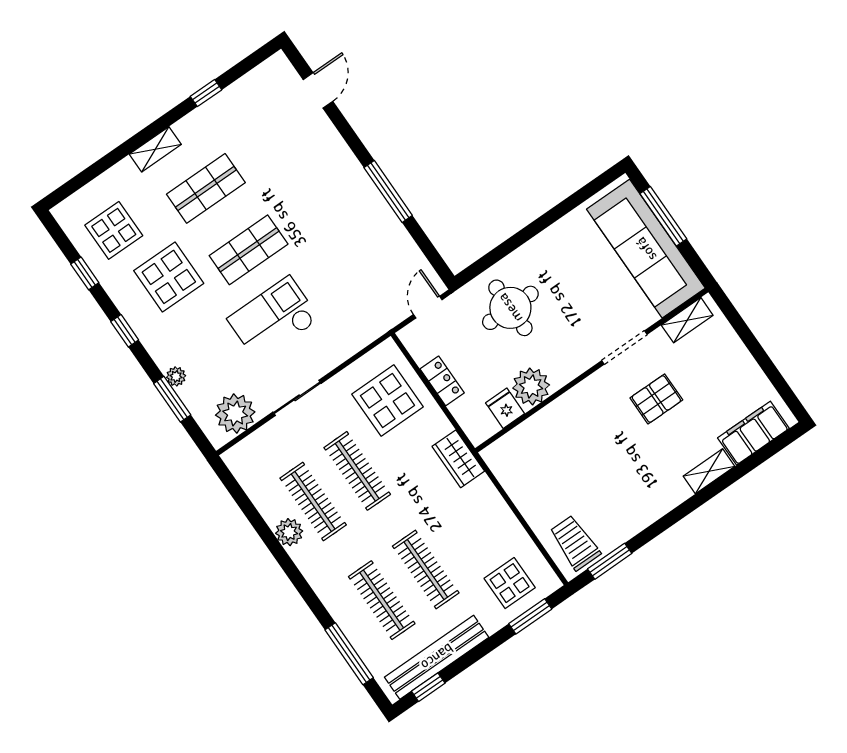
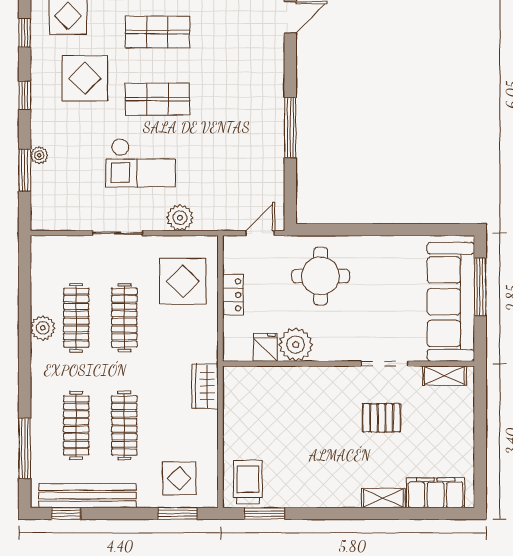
checkout: (273, 319) -> (140, 163), turned 180
plant: (235, 414) -> (180, 218), moved, width x0.73, depth x0.73
wardrobe: (458, 459) -> (205, 386), moved

